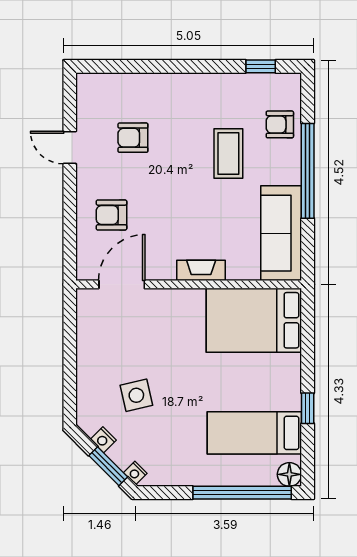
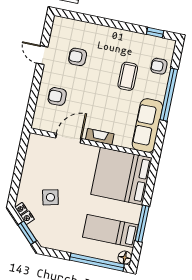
door: (122, 284) -> (68, 138), moved
bed: (254, 320) -> (121, 176), width x1.36
window: (308, 408) -> (142, 224), width x2.17
nightstand: (135, 473) -> (21, 209), moved

